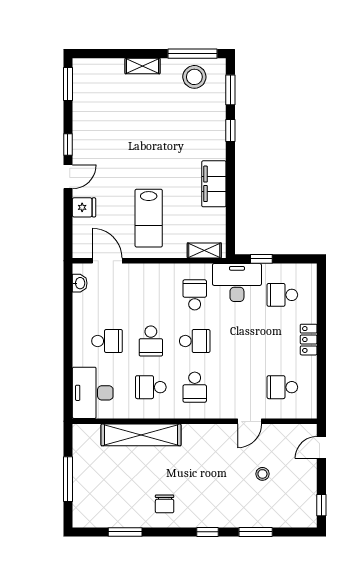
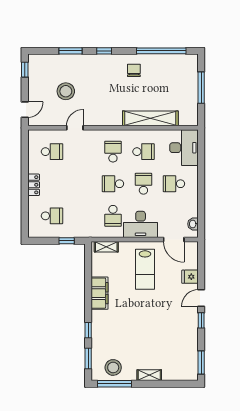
lab bench: (149, 218) -> (145, 269), turned 180
desk: (237, 282) -> (141, 224), moved
stool: (262, 474) -> (66, 91), width x1.89, depth x1.89
window: (125, 532) -> (161, 51), width x2.11

